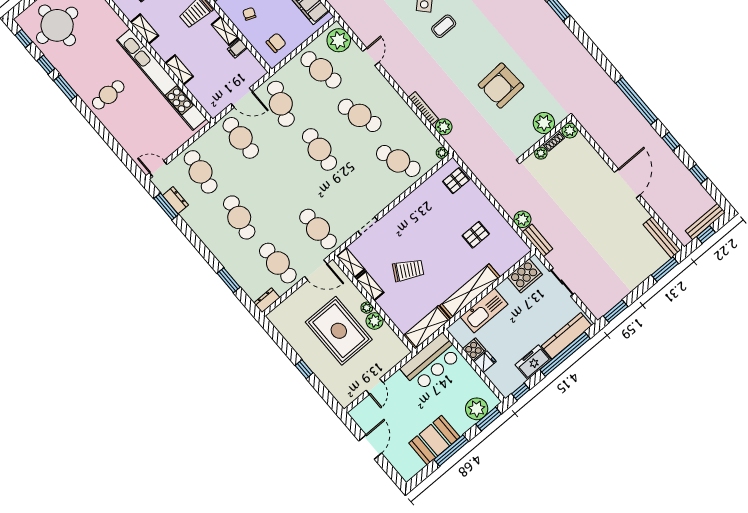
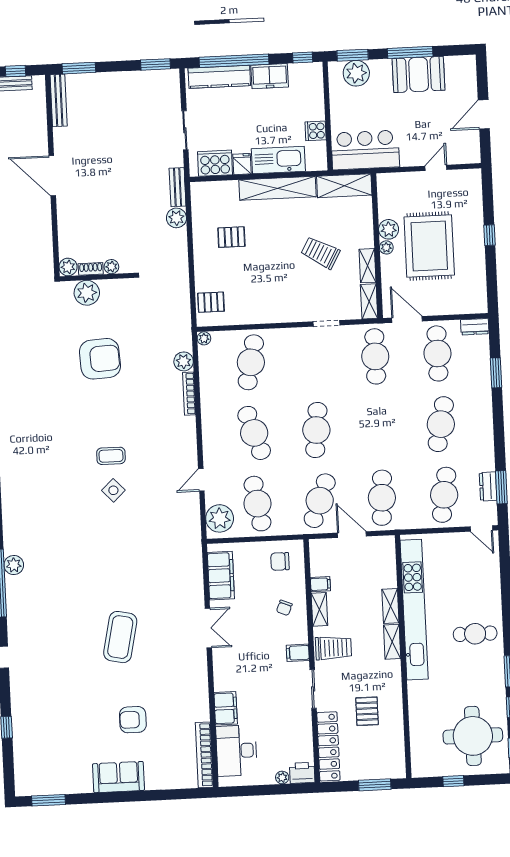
shelving: (145, 29) -> (392, 642), moved
cafe table: (398, 161) -> (251, 362), turned 33
door: (627, 183) -> (52, 176), hinge flipped
fridge: (485, 362) -> (242, 164), moved, turned 90

